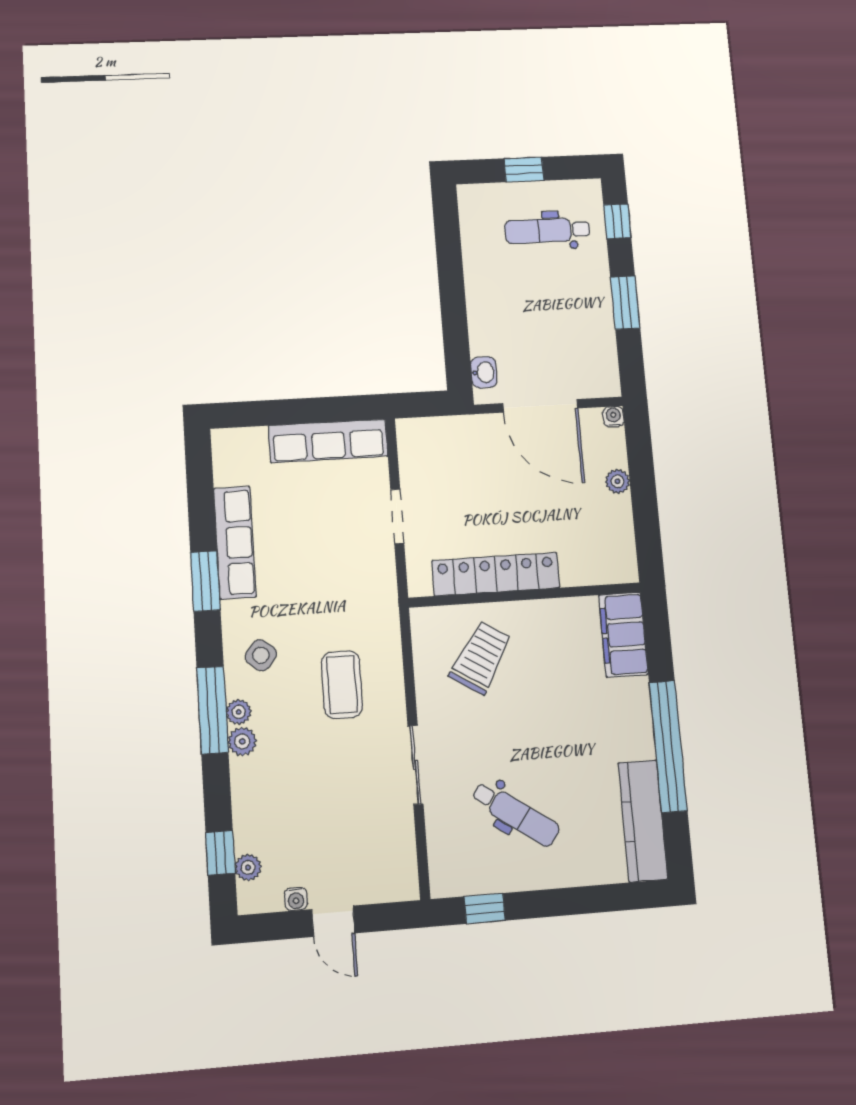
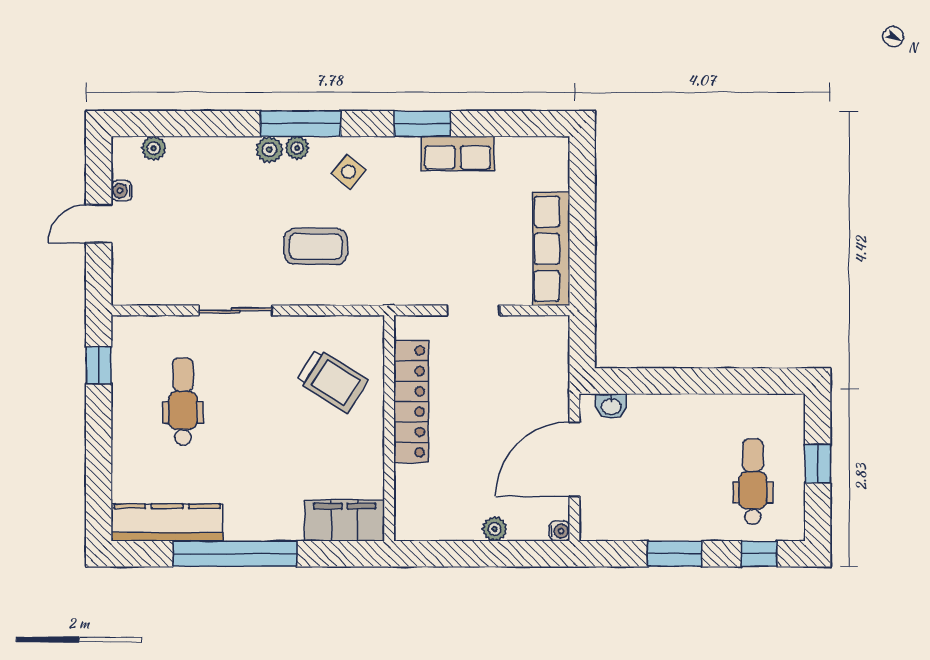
row of seats: (235, 543) -> (458, 153), width x0.68
dental chair: (516, 814) -> (183, 402), turned 145
window: (220, 853) -> (169, 124), removed

